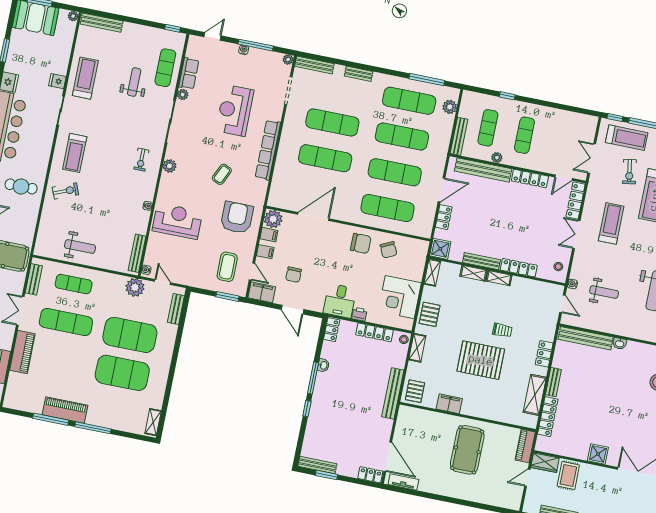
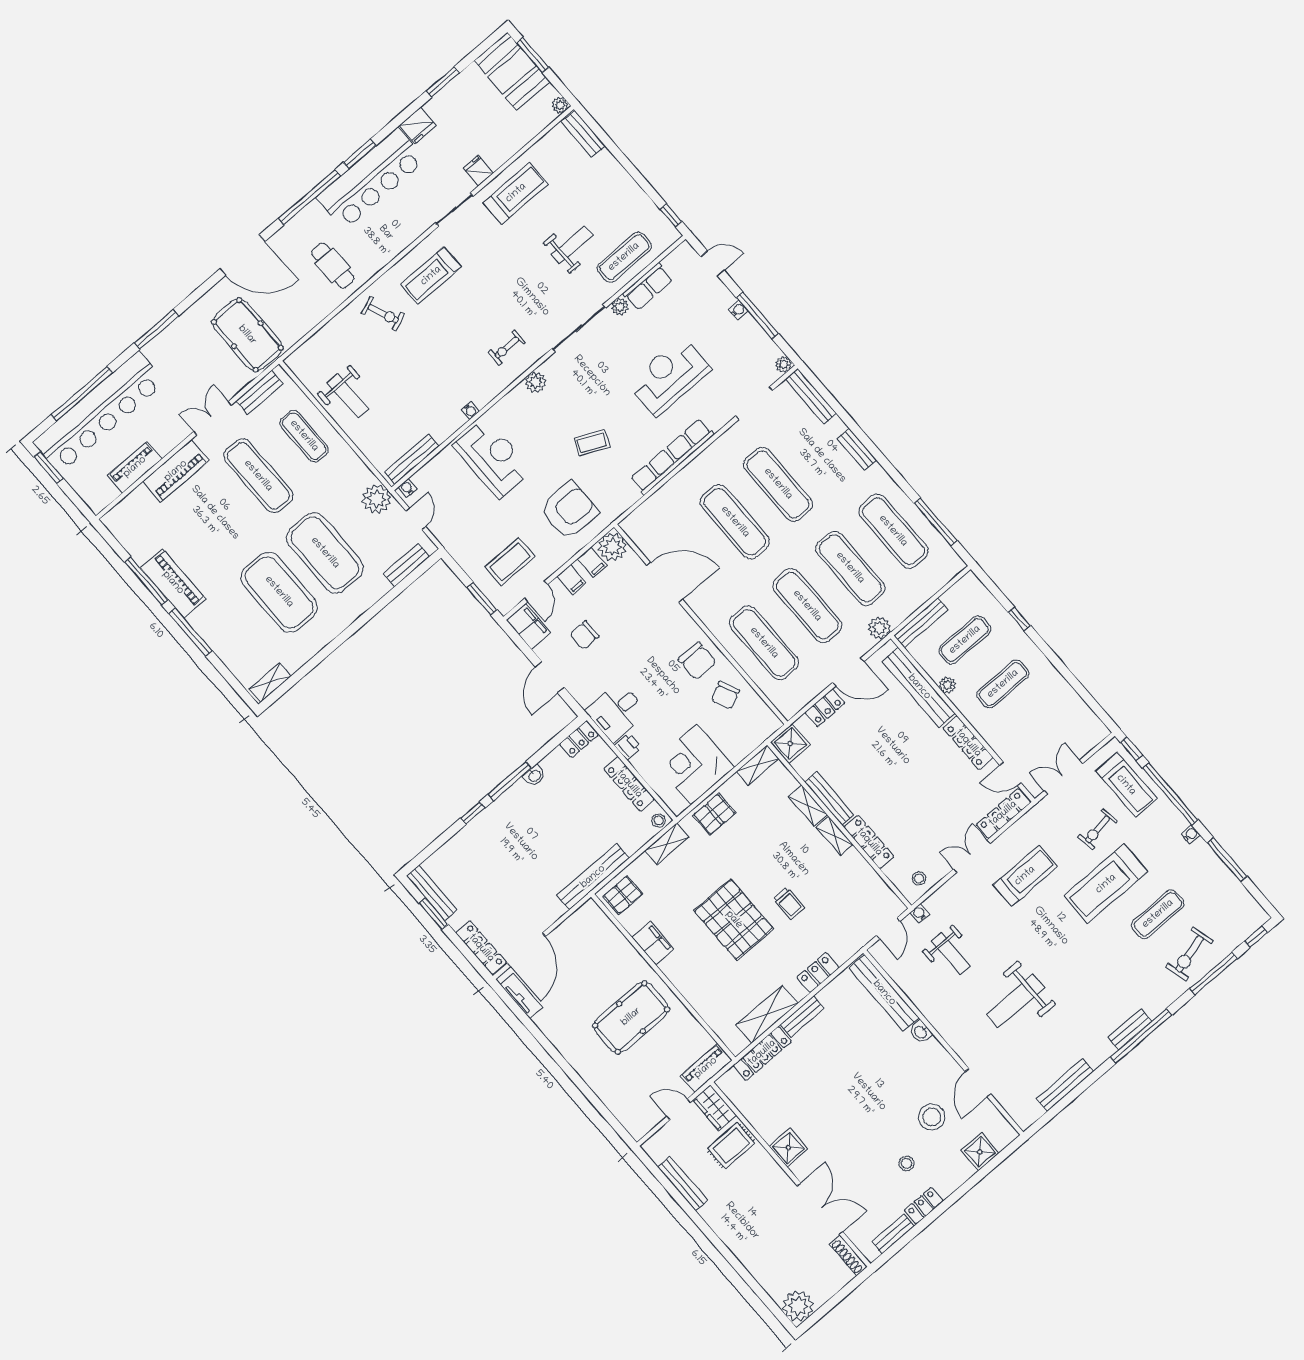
bench: (102, 23) -> (583, 134), width x0.73
plant: (450, 107) -> (879, 628), moved
locker: (370, 475) -> (481, 948), width x1.53

